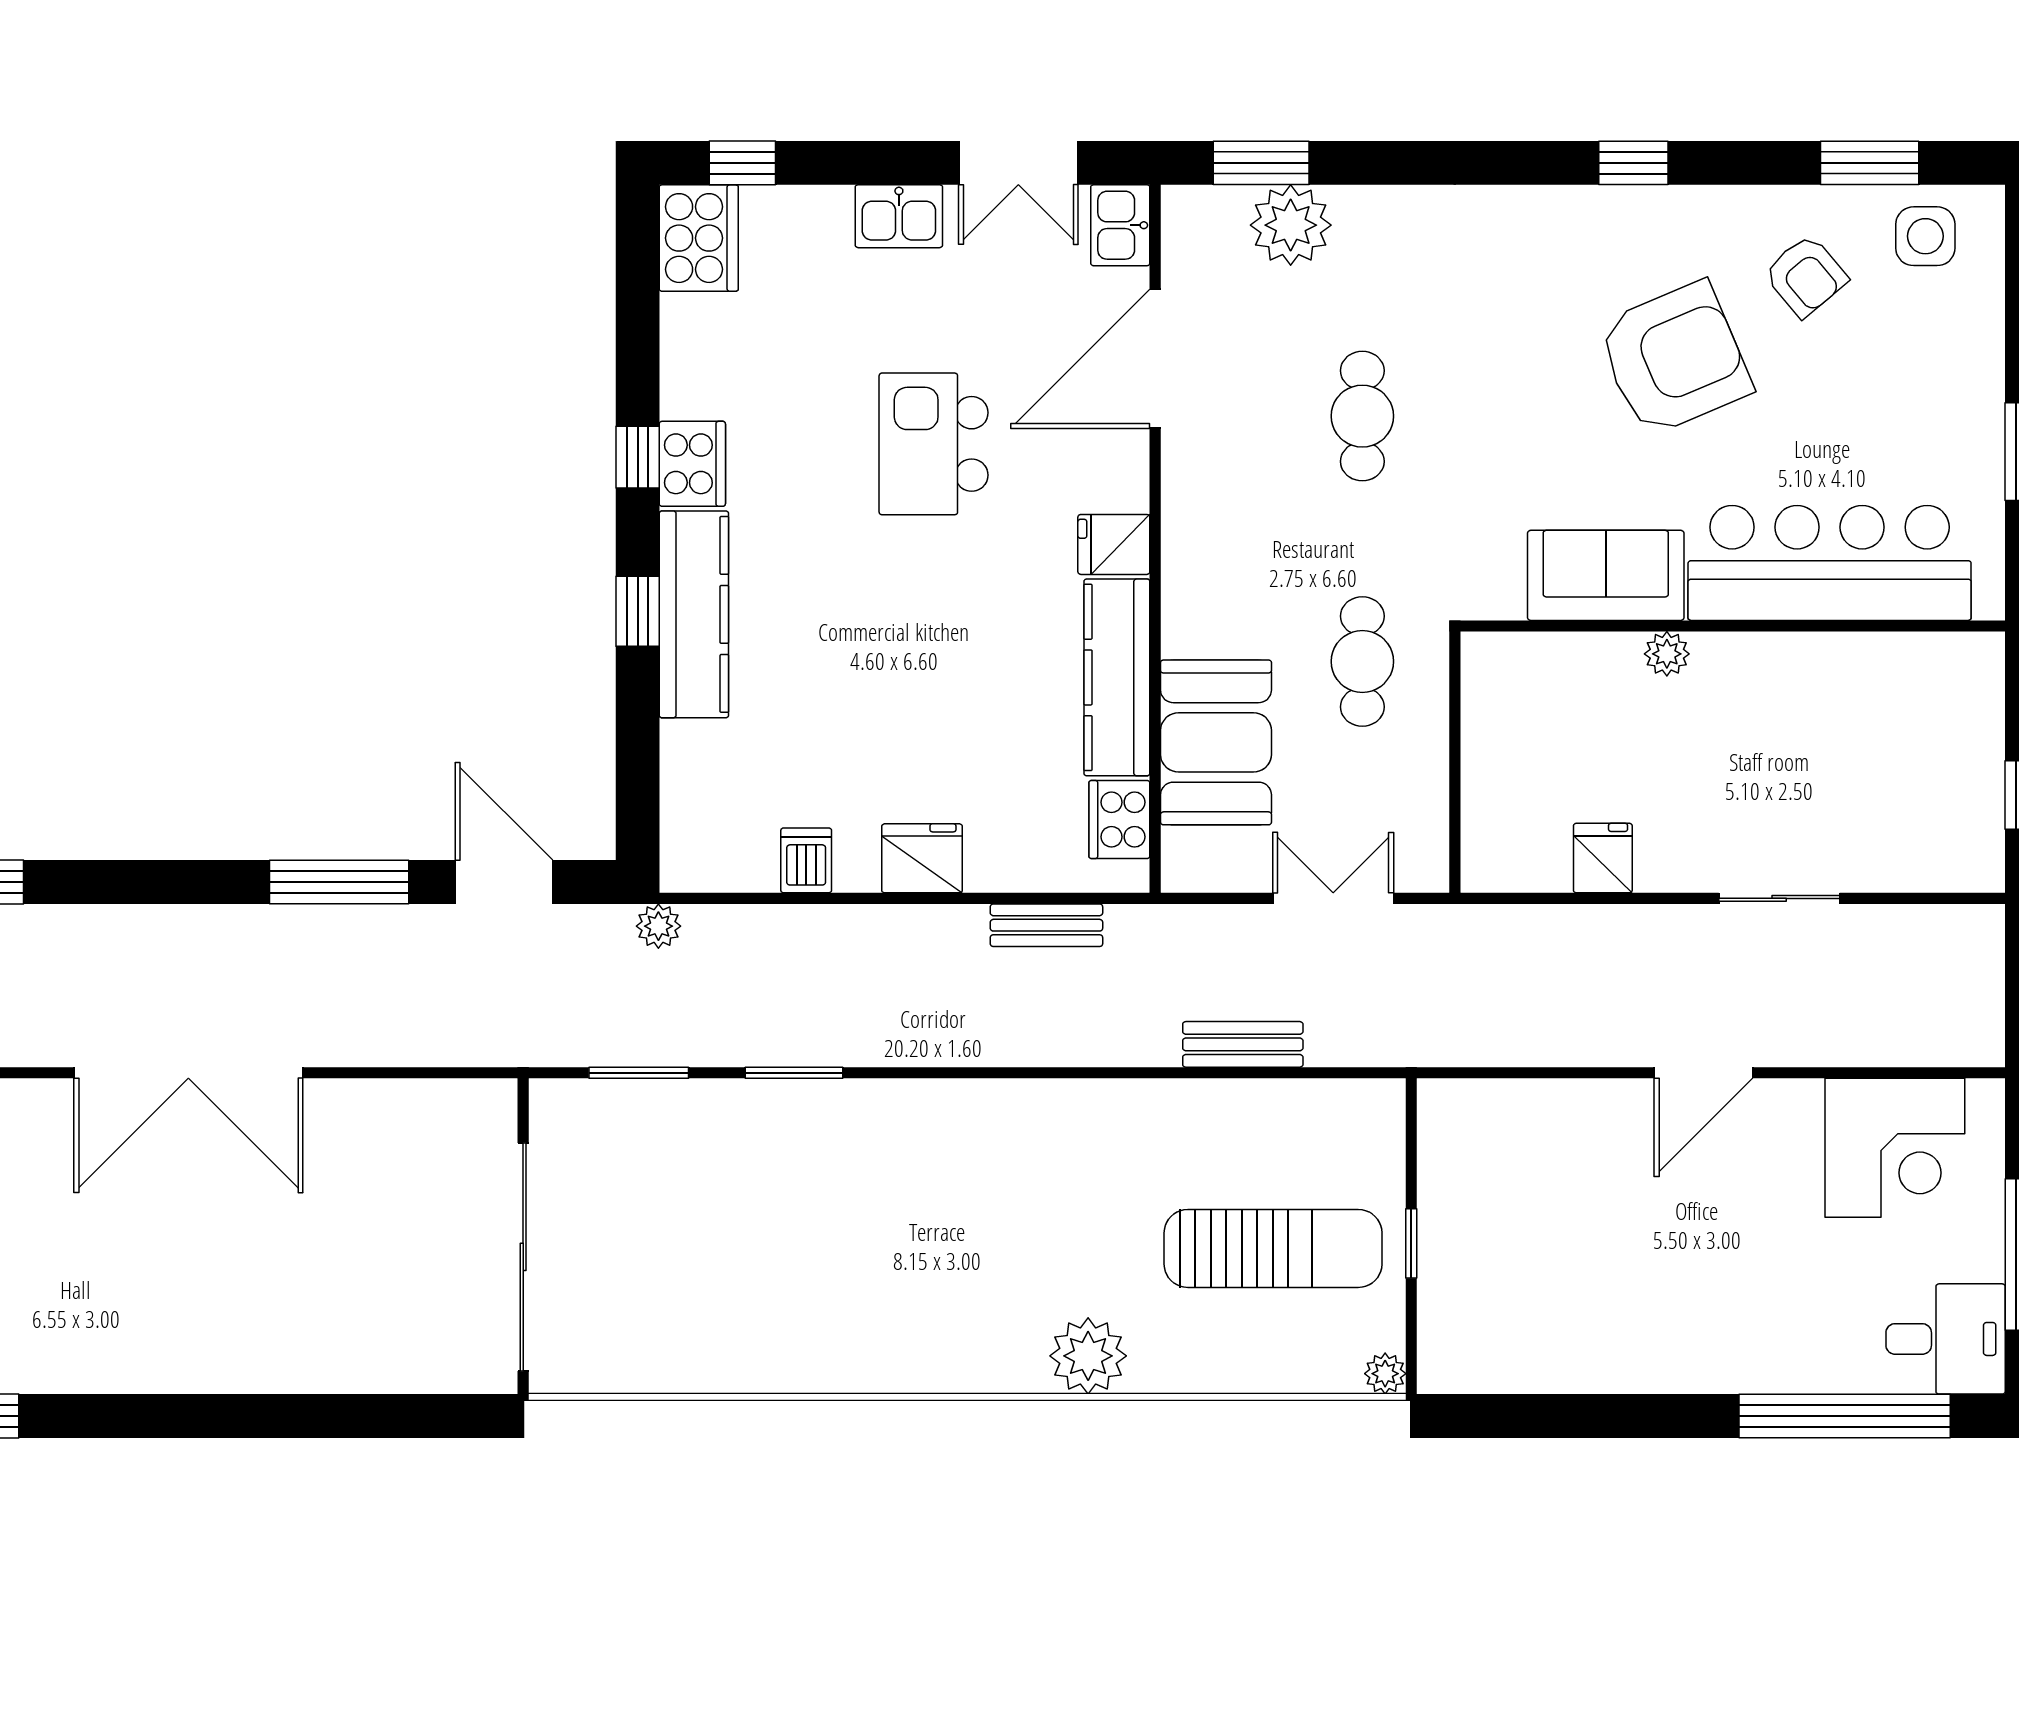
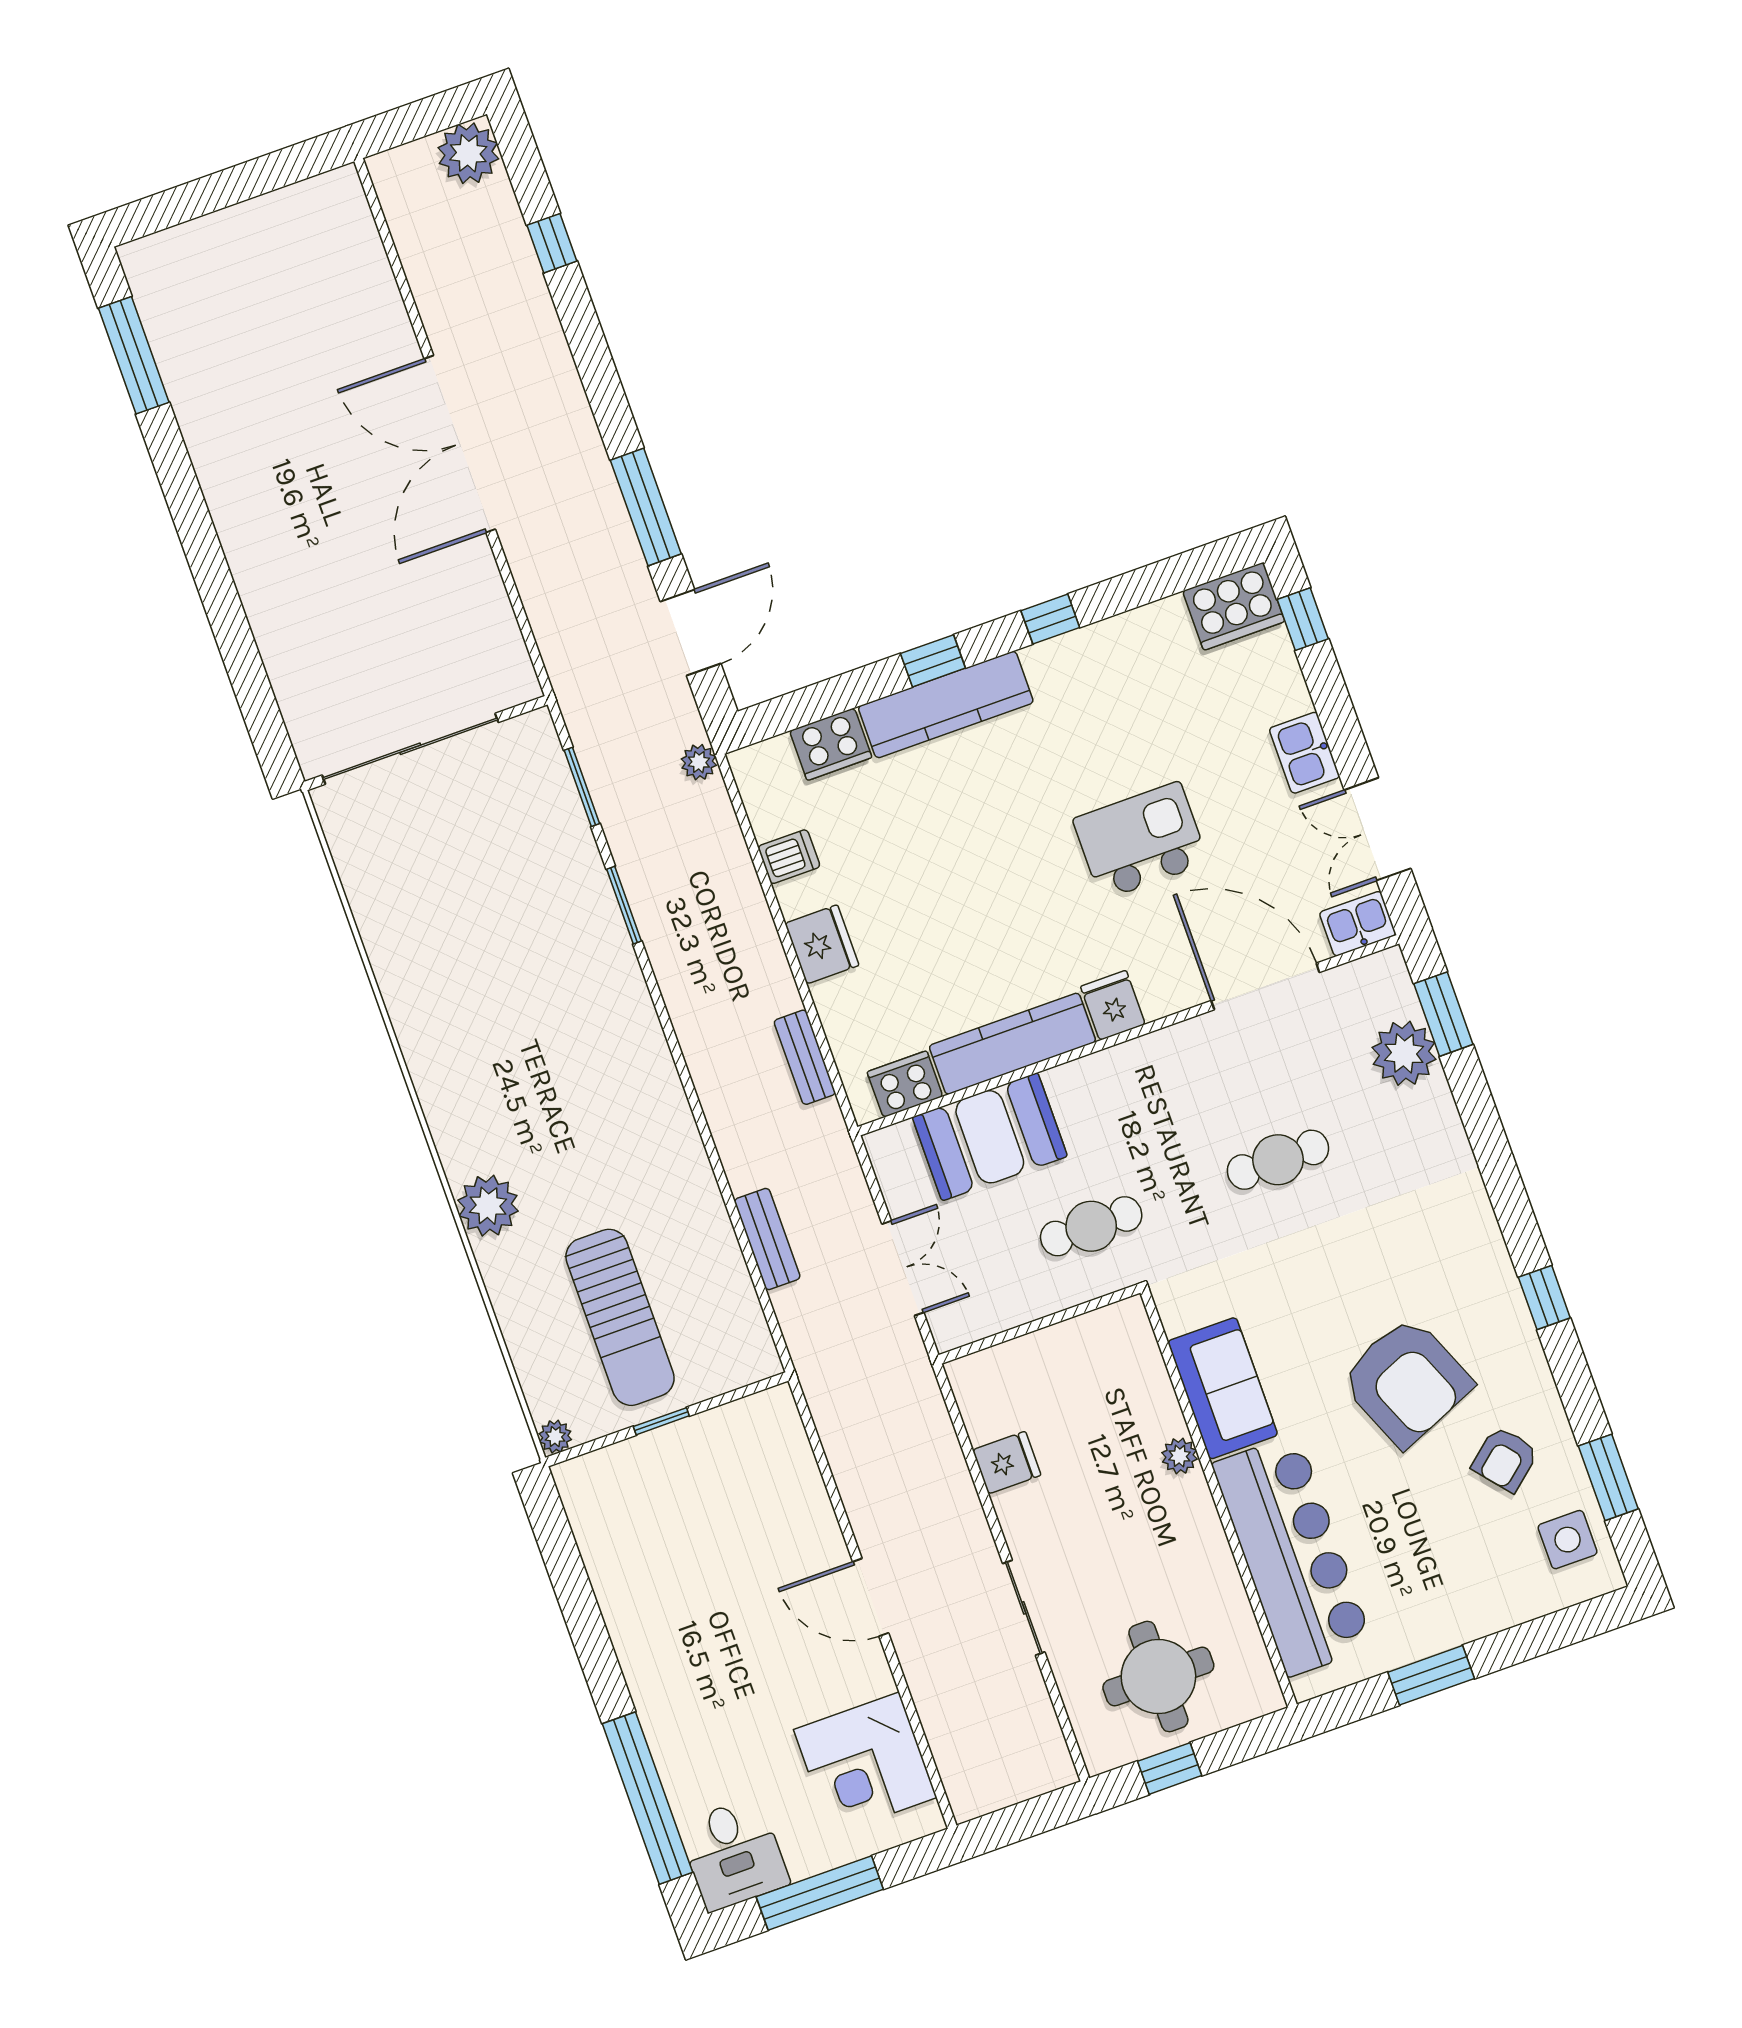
cooker: (692, 464) -> (831, 744), moved
round table: (1915, 770) -> (1158, 1676), added

